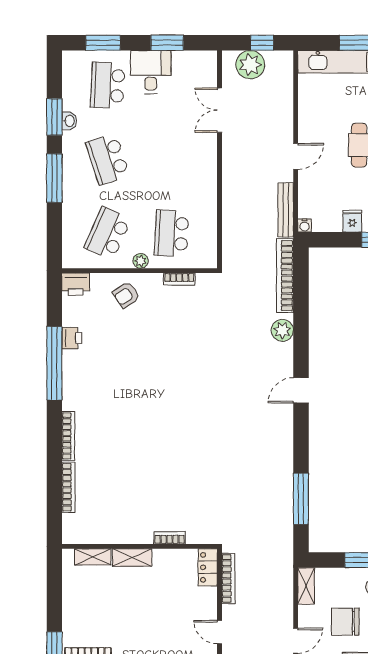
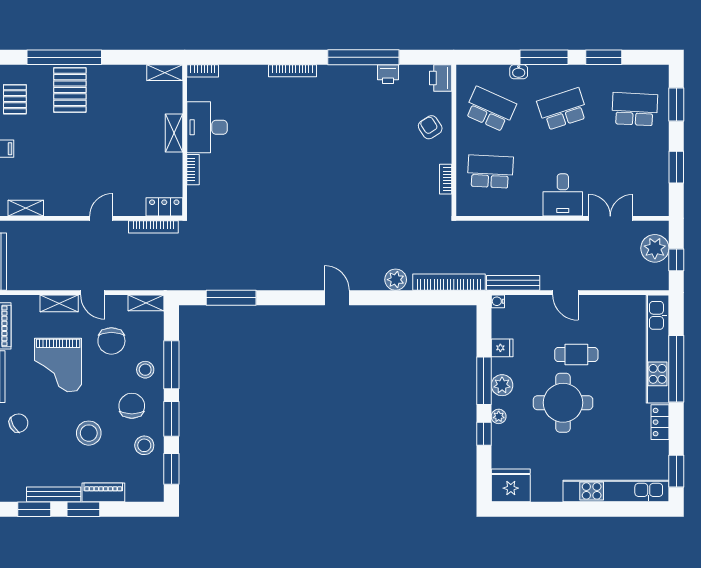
desk: (151, 72) -> (563, 195), moved, turned 90
washbasin: (69, 121) -> (519, 72), moved
plant: (141, 261) -> (463, 141), removed
bookcase: (68, 487) -> (203, 71), moved, width x0.64
desk: (126, 523) -> (207, 127), added
shelving: (93, 557) -> (165, 73), moved, turned 90
chair: (345, 622) -> (111, 341), turned 180

